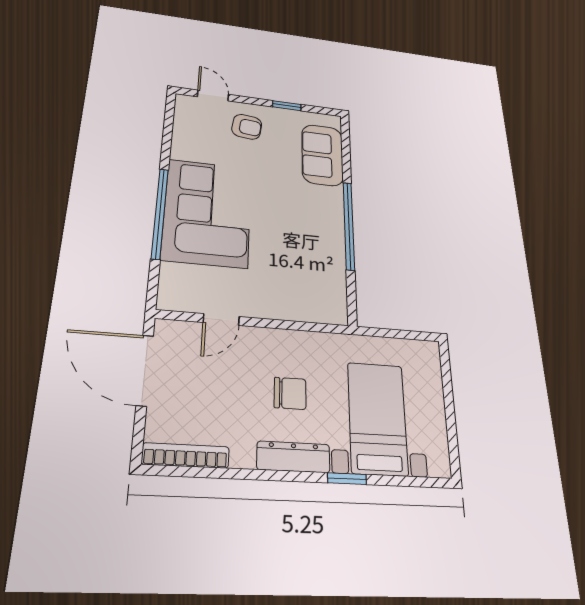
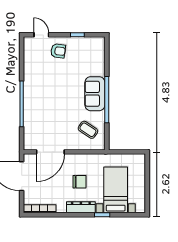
sofa: (322, 155) -> (95, 94), moved
corner sofa: (207, 213) -> (42, 101), removed
coffee table: (309, 280) -> (88, 130), added
door: (221, 319) -> (50, 152), width x1.88

